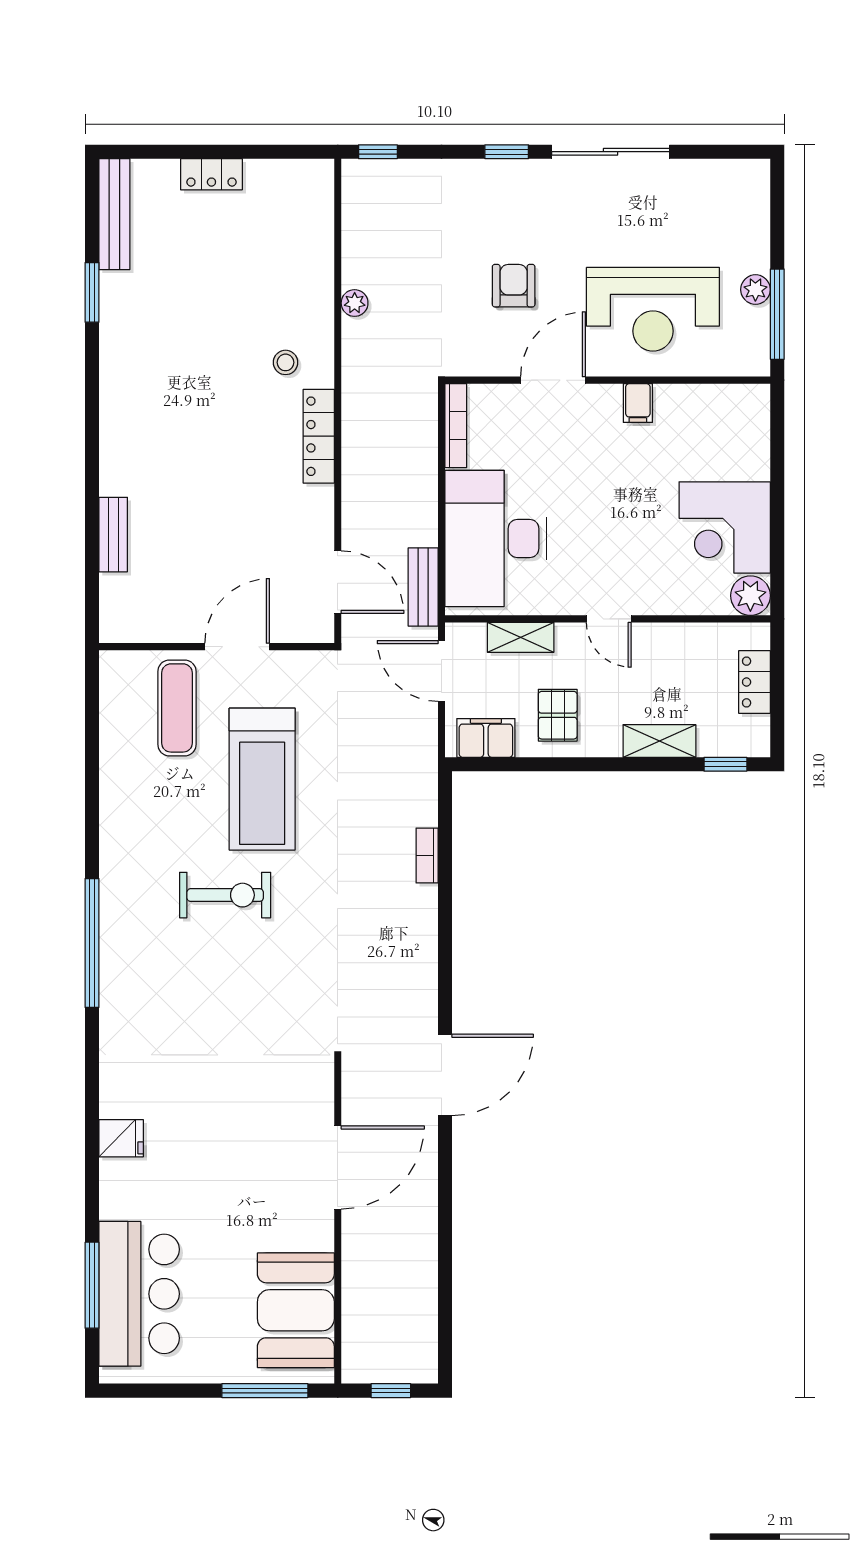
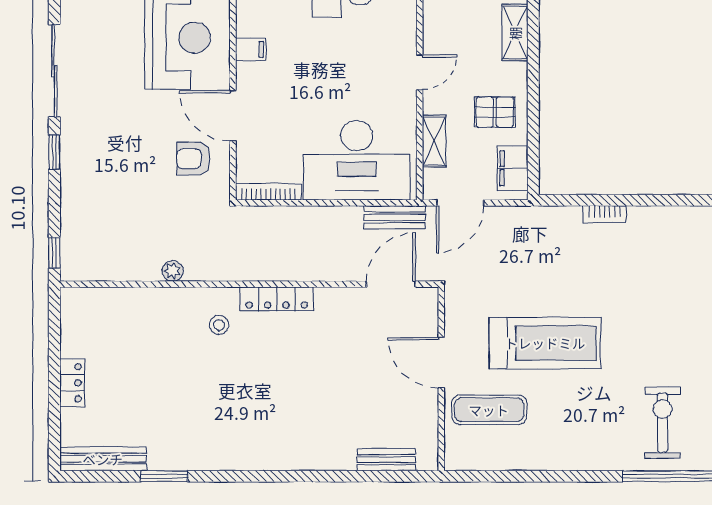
armchair: (514, 286) -> (194, 159), moved
bench: (113, 535) -> (386, 460), moved
exercise bike: (225, 895) -> (663, 423), moved

